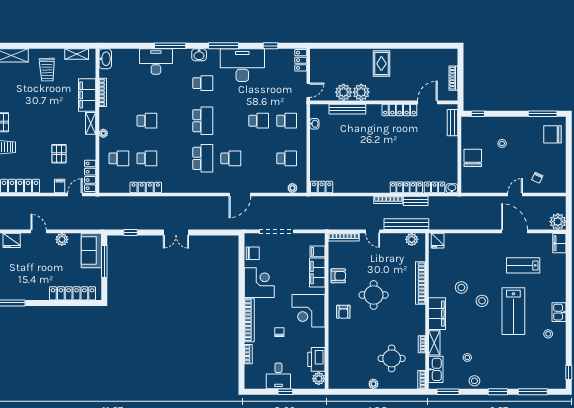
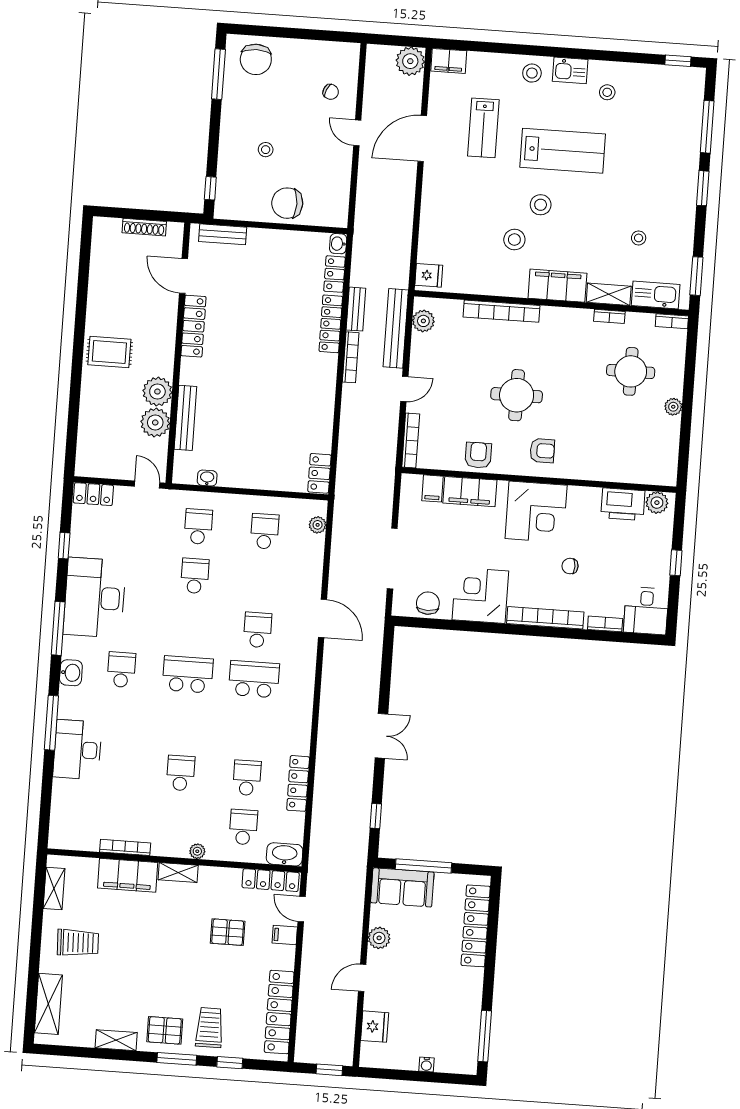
washbasin: (105, 59) -> (285, 854), moved
desk: (278, 376) -> (646, 611), moved, turned 90
stool: (474, 381) -> (532, 73), moved

